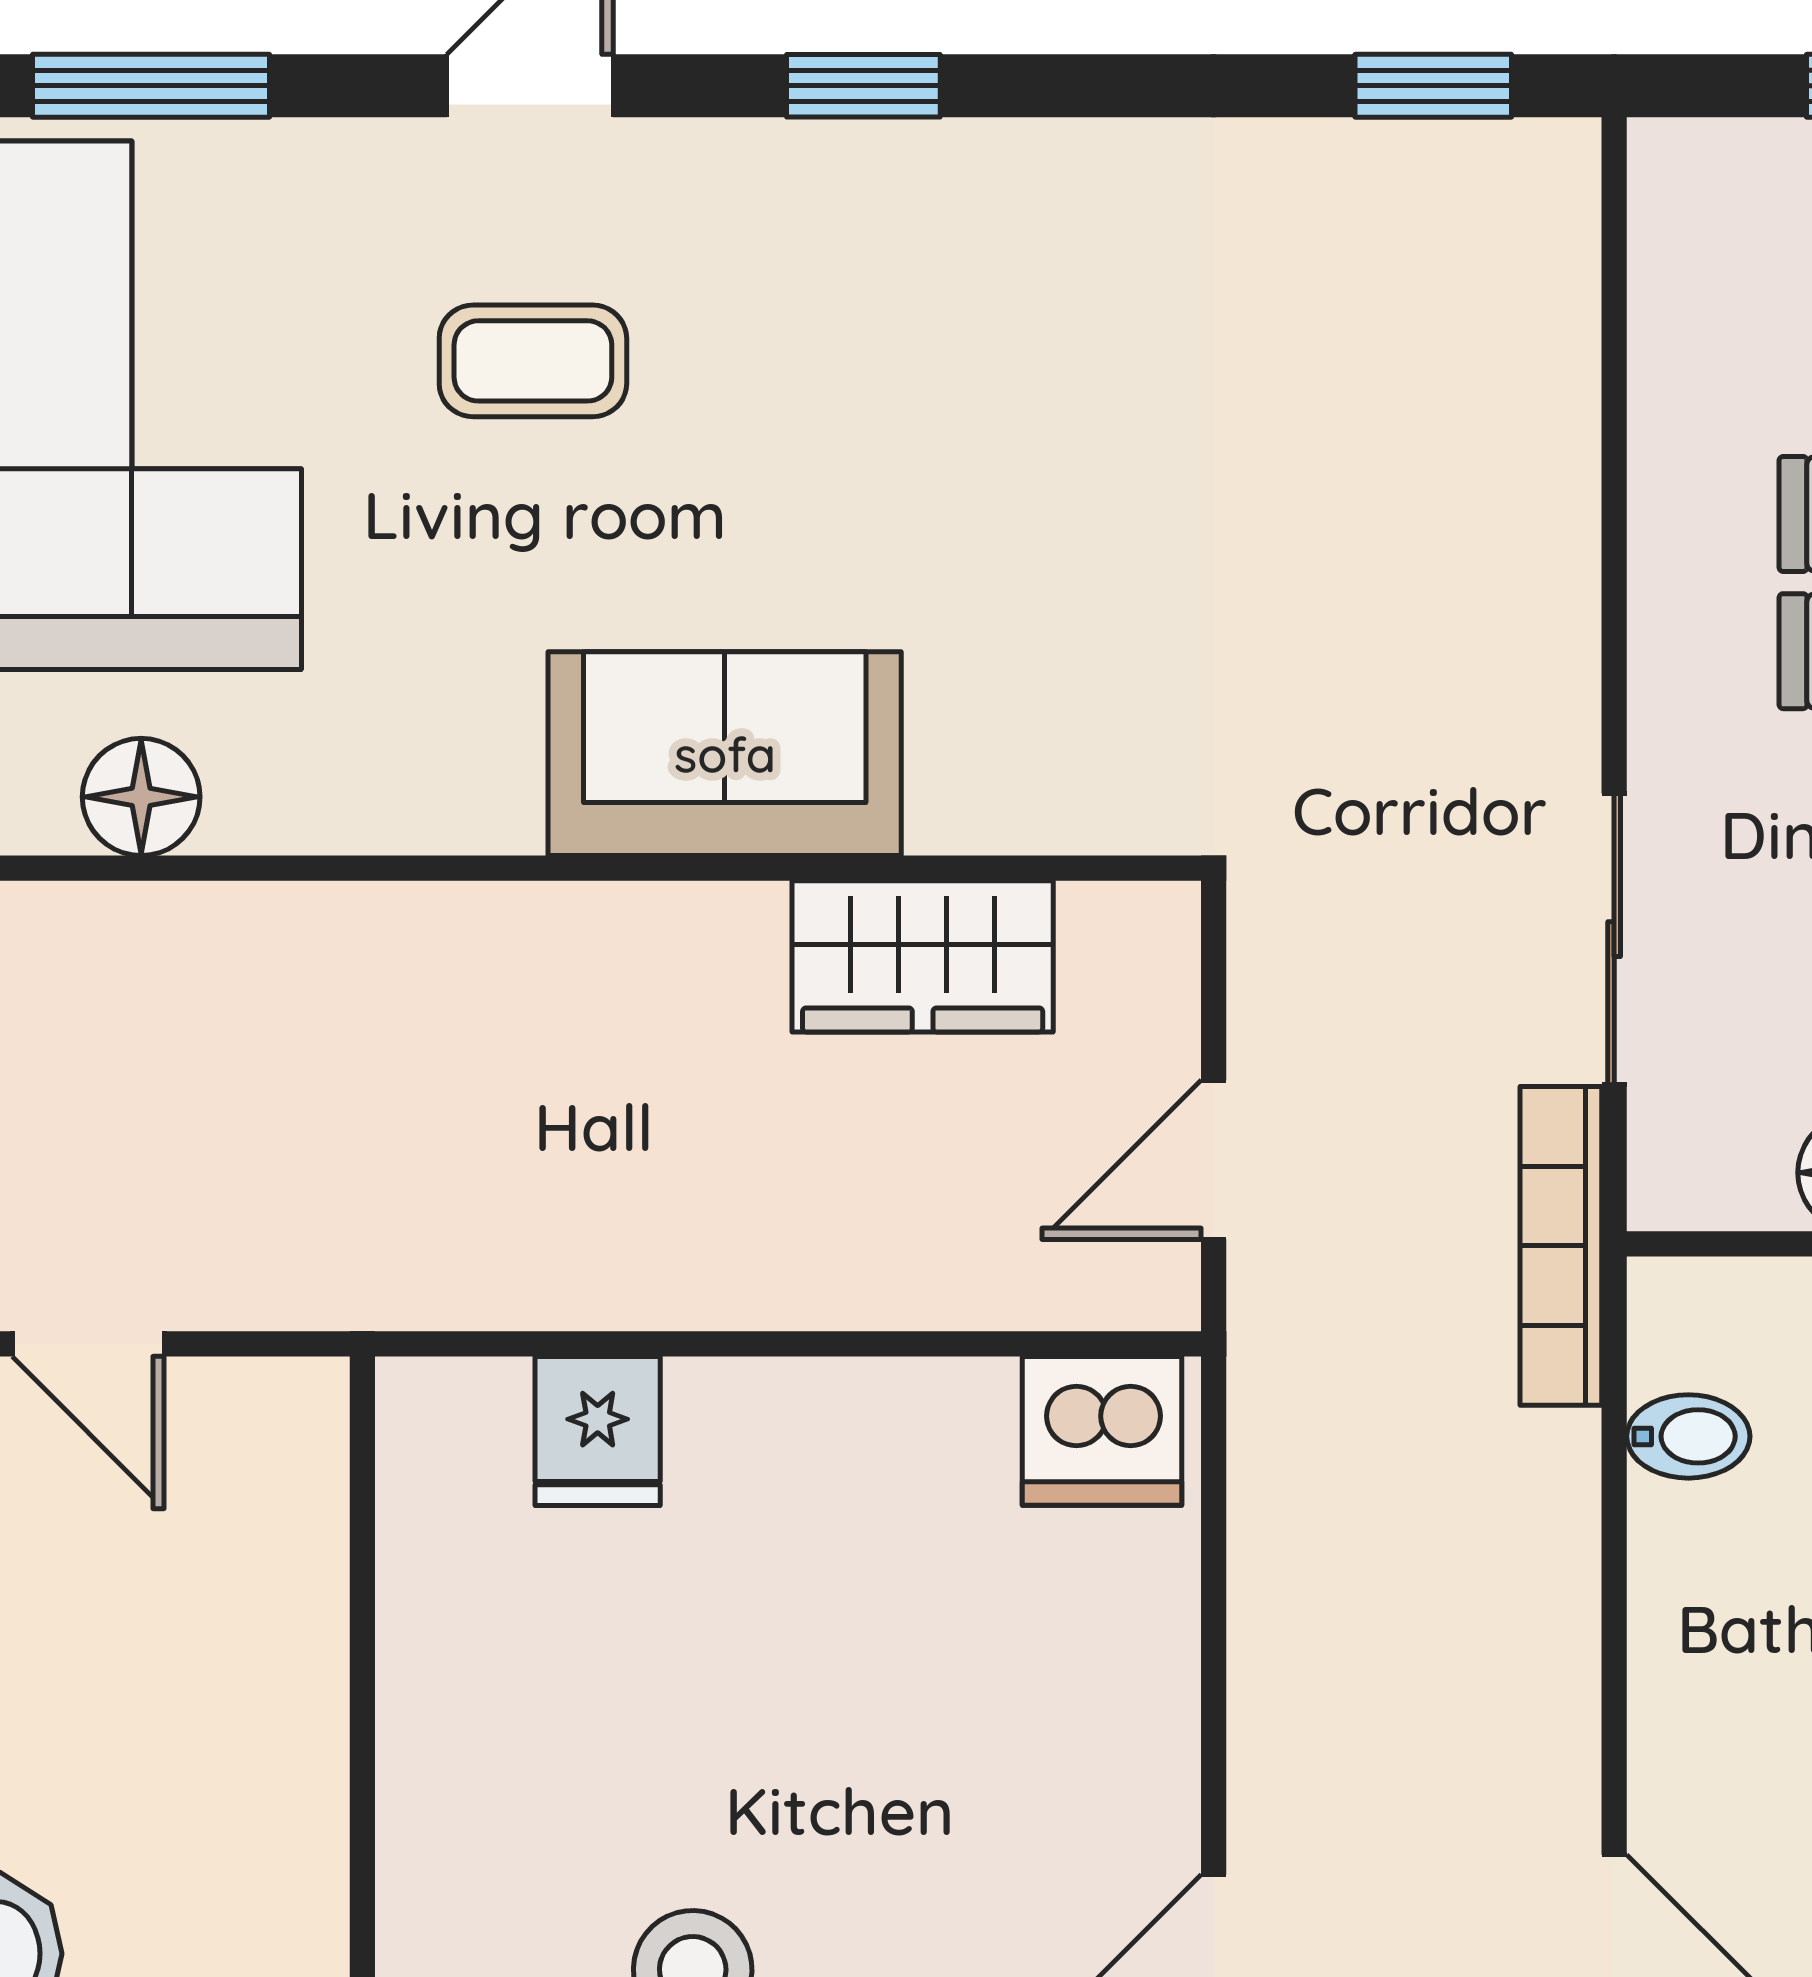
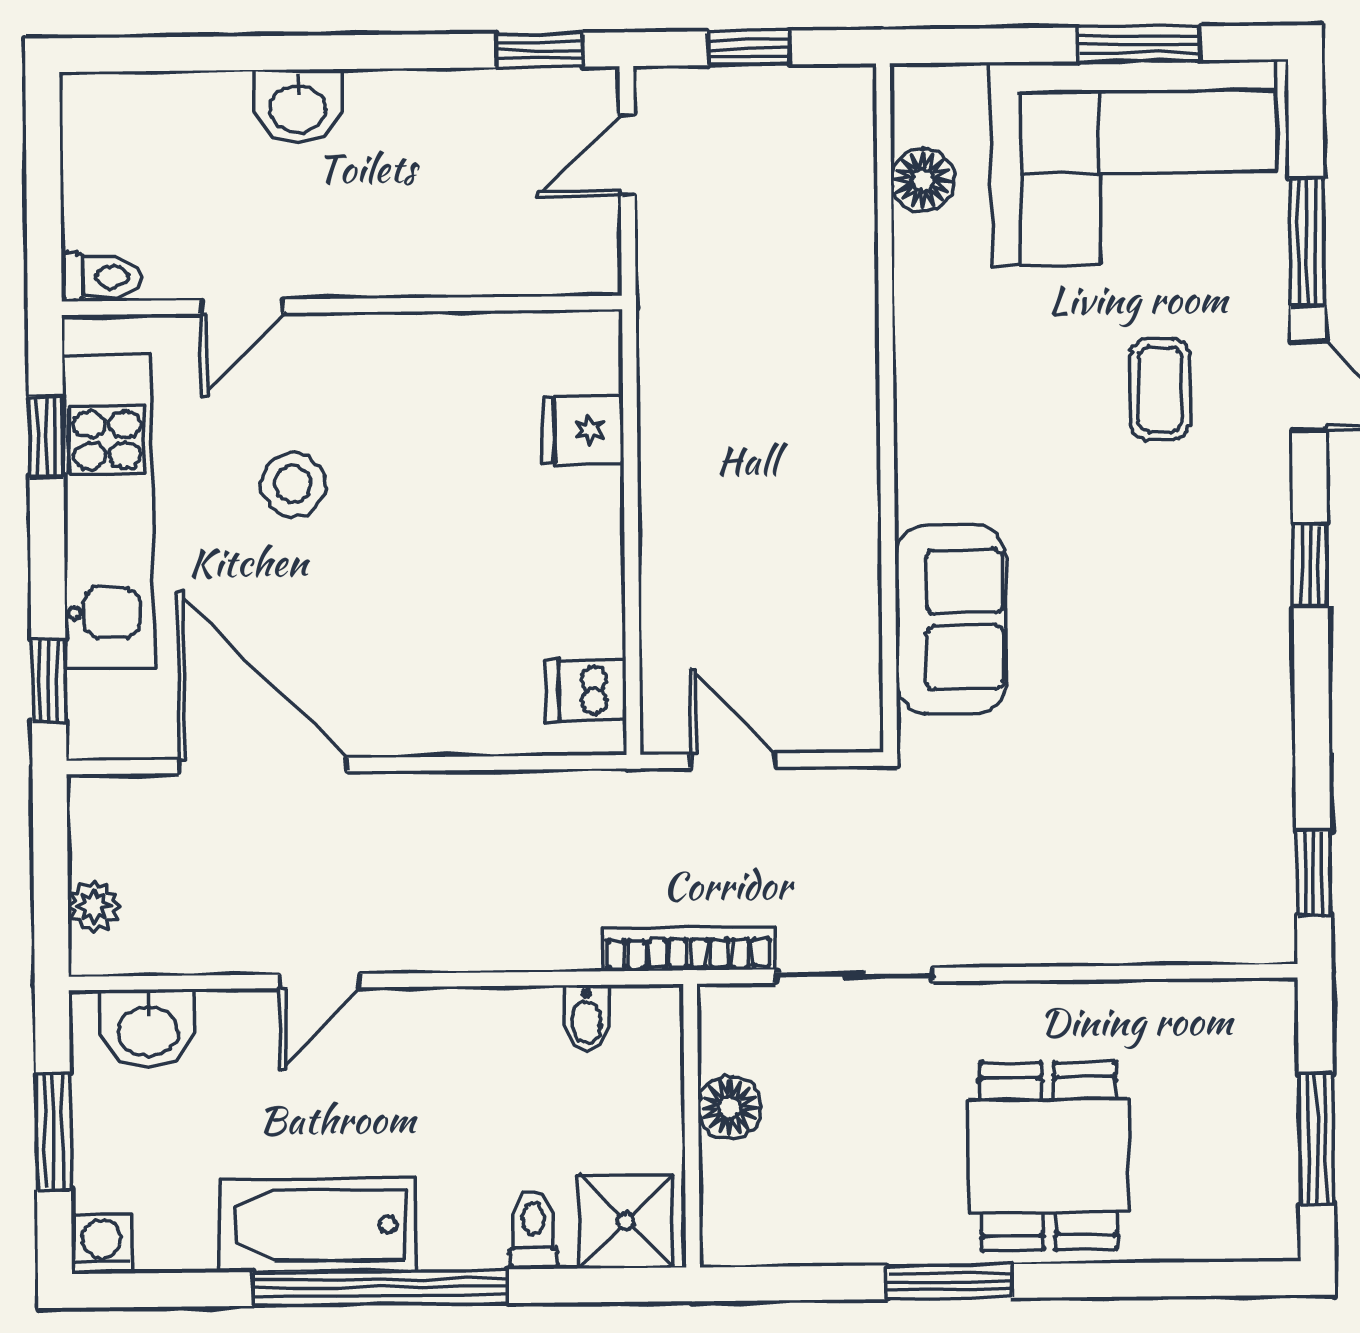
window: (151, 86) -> (1307, 242), moved
sofa: (725, 754) -> (951, 619), moved
wardrobe: (923, 956) -> (841, 602), removed
dishwasher: (1102, 1431) -> (586, 690), width x0.73

